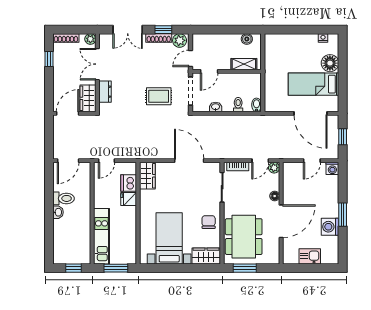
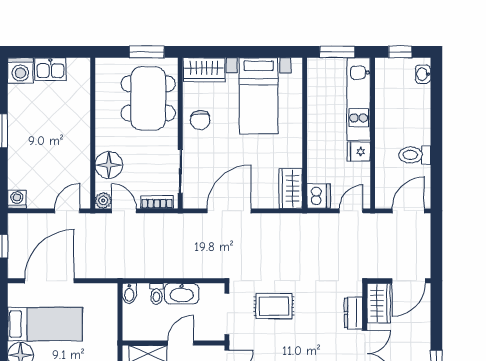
door: (209, 71) -> (181, 343), moved
washbasin: (216, 107) -> (182, 294), width x1.91, depth x1.45
door: (310, 113) -> (49, 281), hinge flipped
door: (189, 161) -> (229, 211), swing flipped
door: (260, 161) -> (124, 211), hinge flipped
door: (312, 161) -> (67, 211), moved
dishwasher: (129, 183) -> (319, 196), moved
floor lamp: (275, 196) -> (109, 165), width x1.89, depth x1.89
fridge: (129, 199) -> (359, 152), moved, turned 180
washbasin: (58, 212) -> (423, 74), moved
door: (281, 221) -> (93, 121), removed
washing machine: (330, 227) -> (20, 70), moved, turned 90

